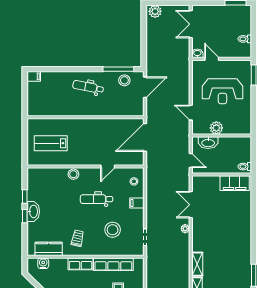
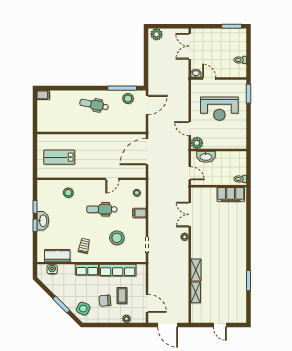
plant: (216, 128) -> (197, 143), moved
stool: (73, 174) -> (68, 193), moved

